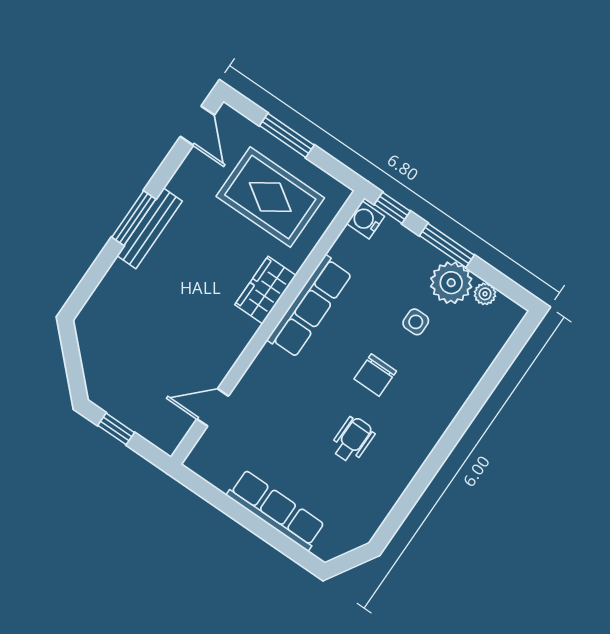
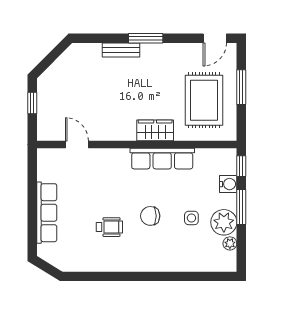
water cooler: (365, 220) -> (228, 184), moved, turned 90
bench: (150, 228) -> (121, 50), moved, width x0.73

